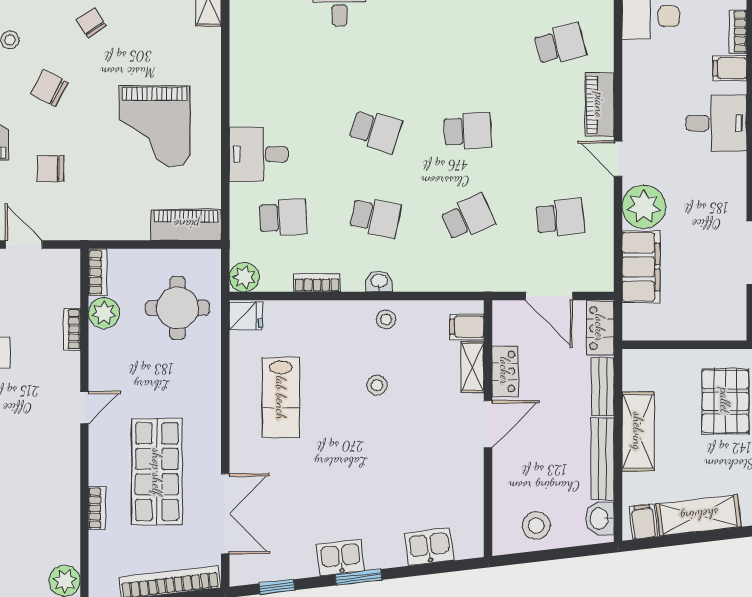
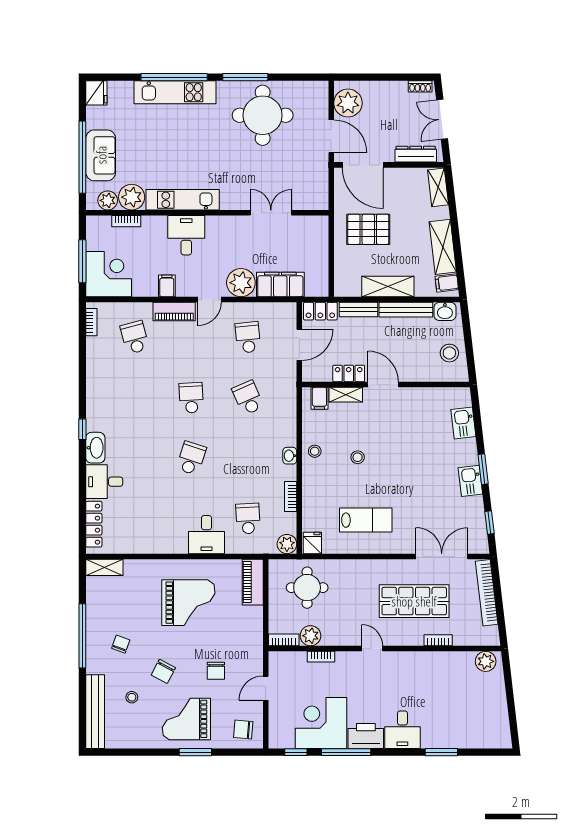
chair: (91, 23) -> (121, 644), turned 144
filing cabinet: (730, 68) -> (167, 286), moved, turned 180
school desk: (375, 217) -> (248, 458), removed

